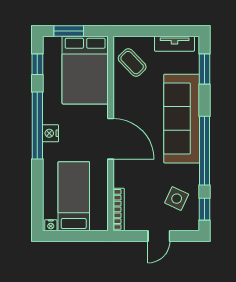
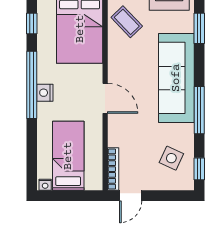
door: (111, 139) -> (105, 98), width x0.73
window: (204, 151) -> (199, 110), width x0.68
door: (159, 236) -> (131, 196), moved

